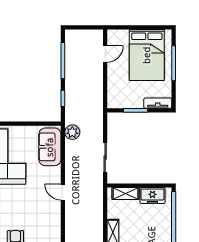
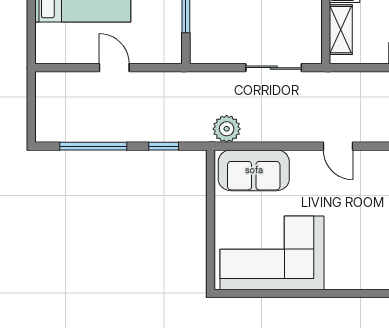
door: (105, 54) -> (114, 68), moved
door: (63, 192) -> (338, 146), hinge flipped

